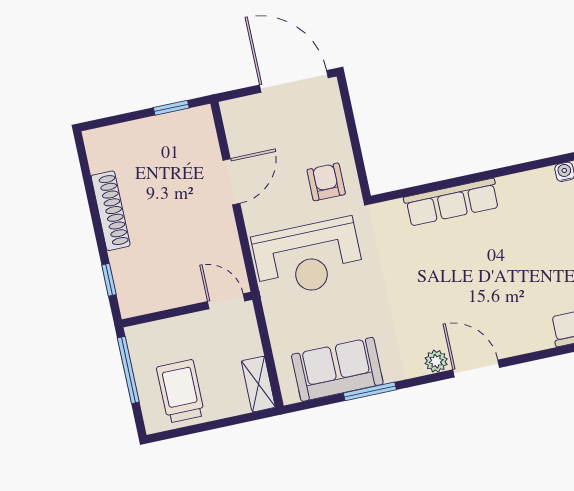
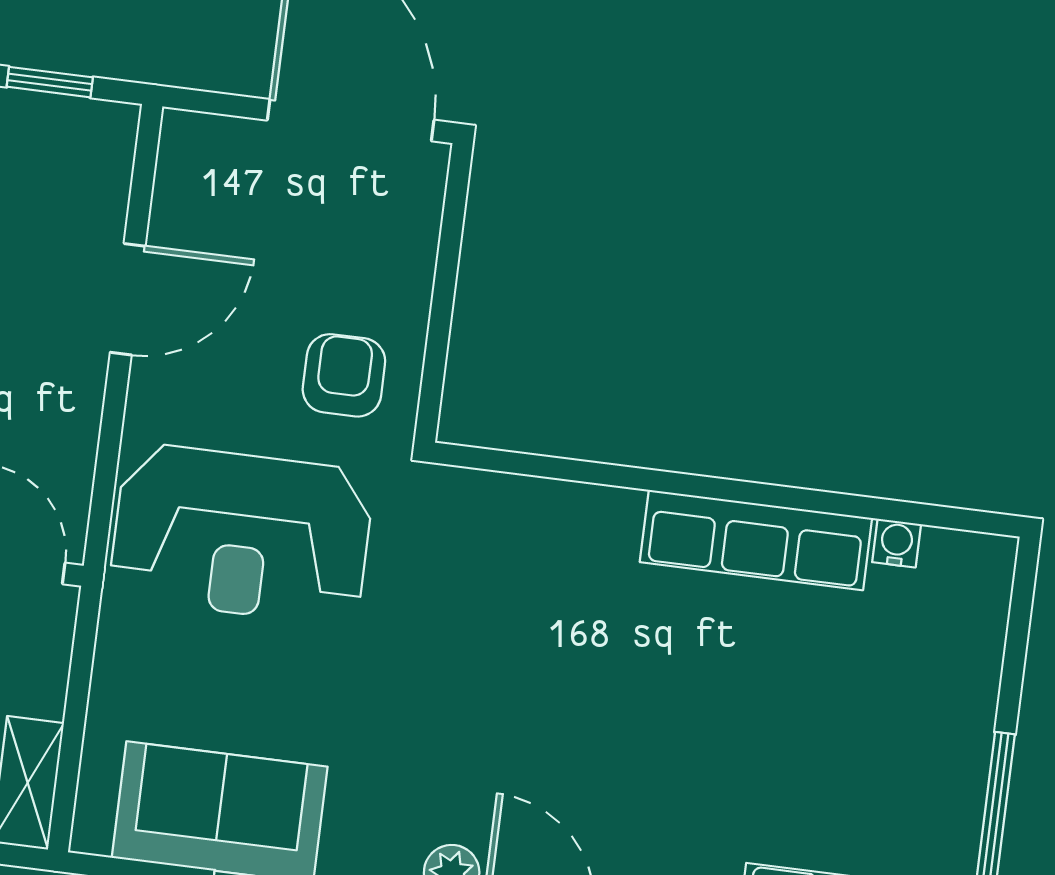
row of seats: (452, 202) -> (756, 540), moved

